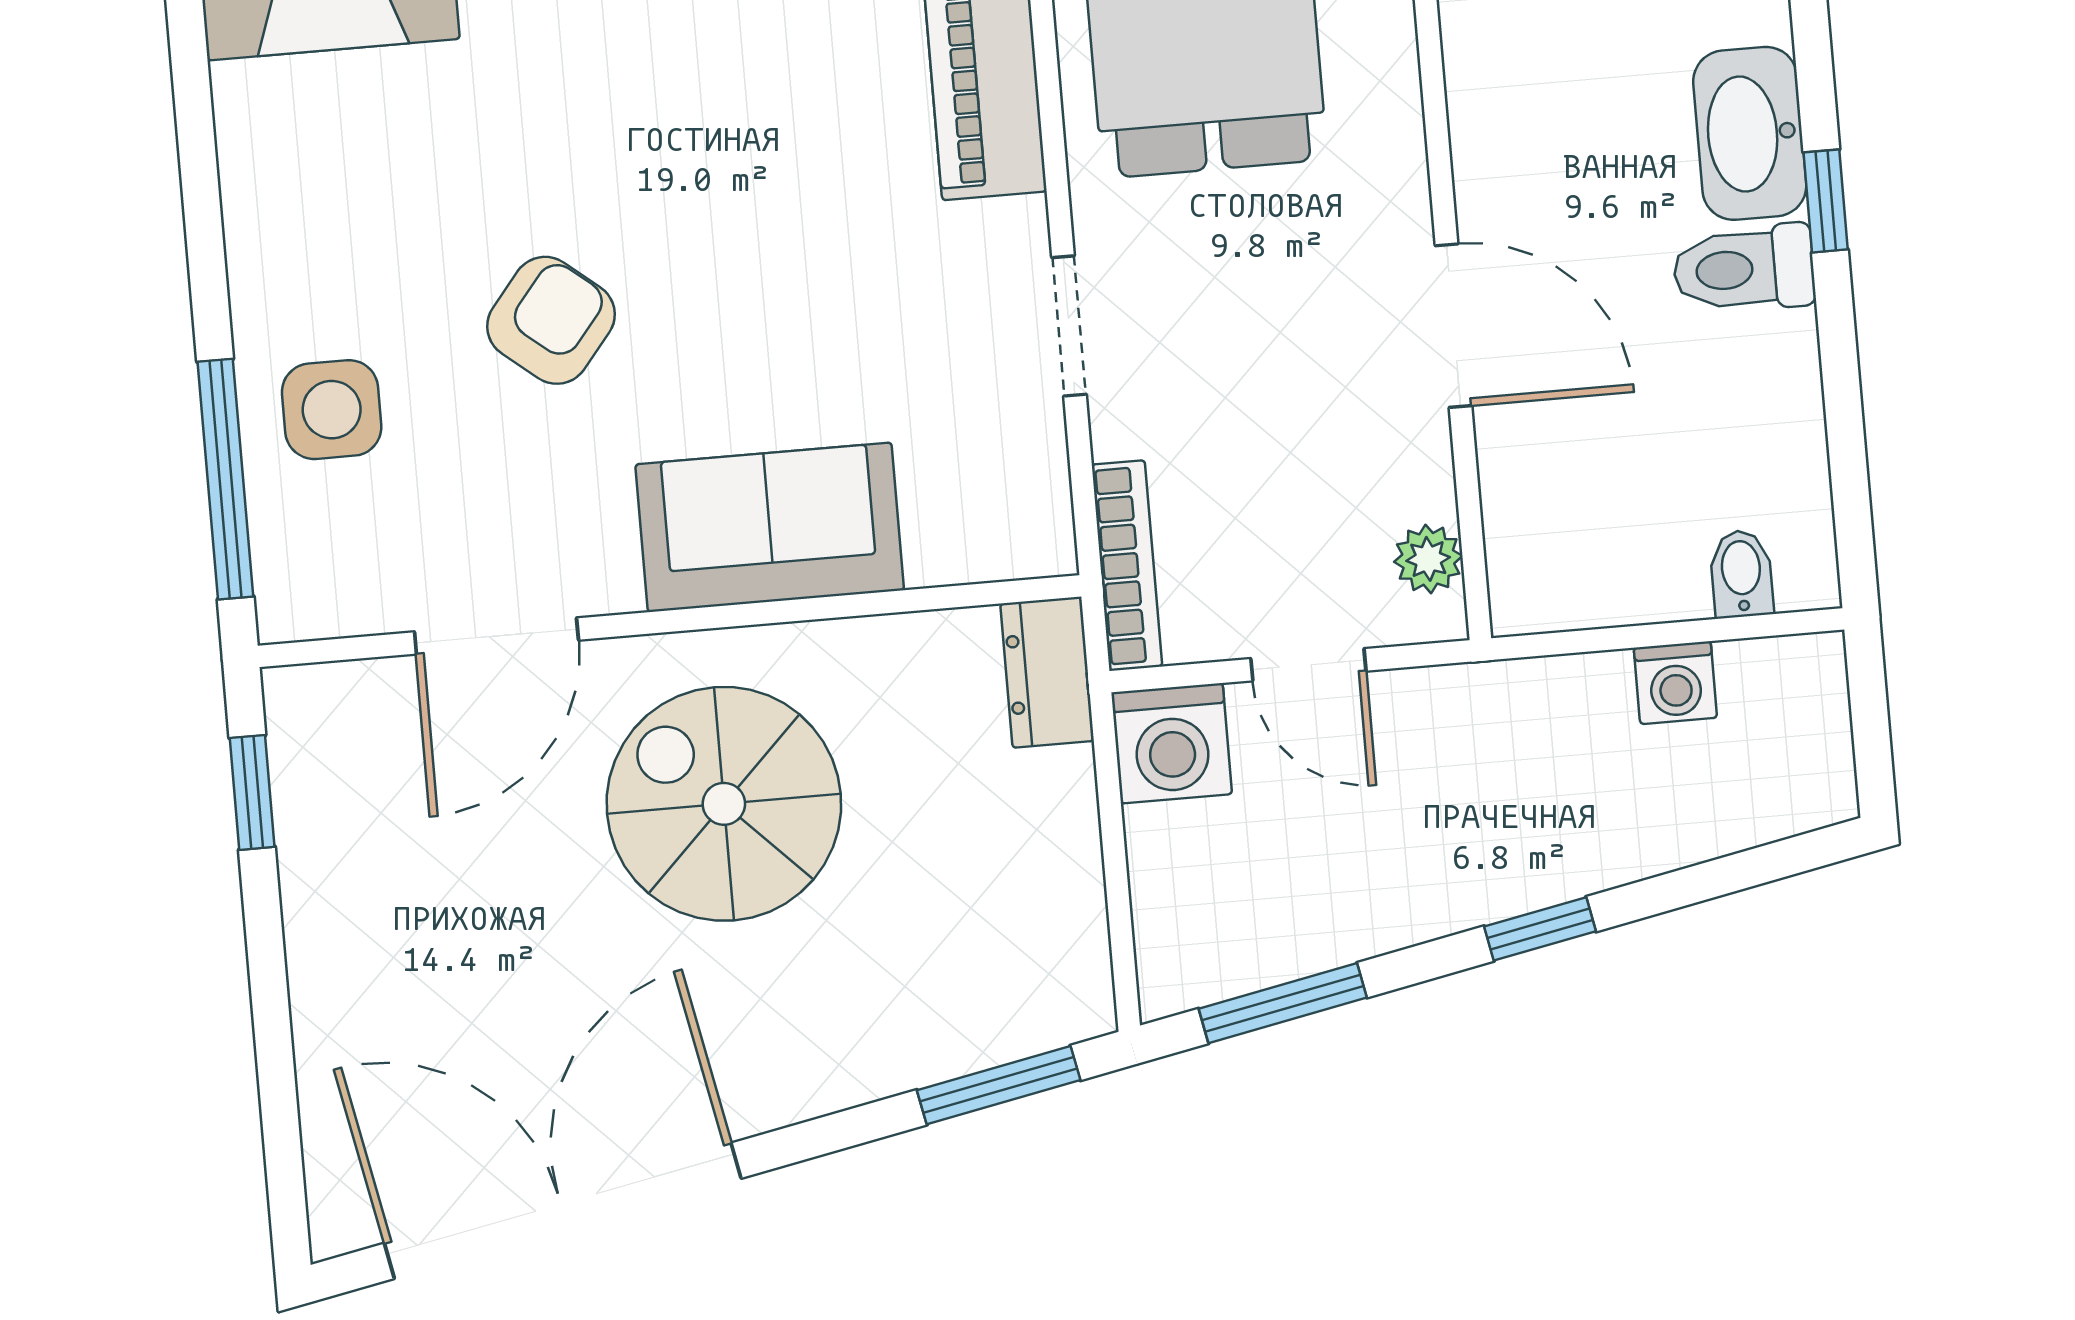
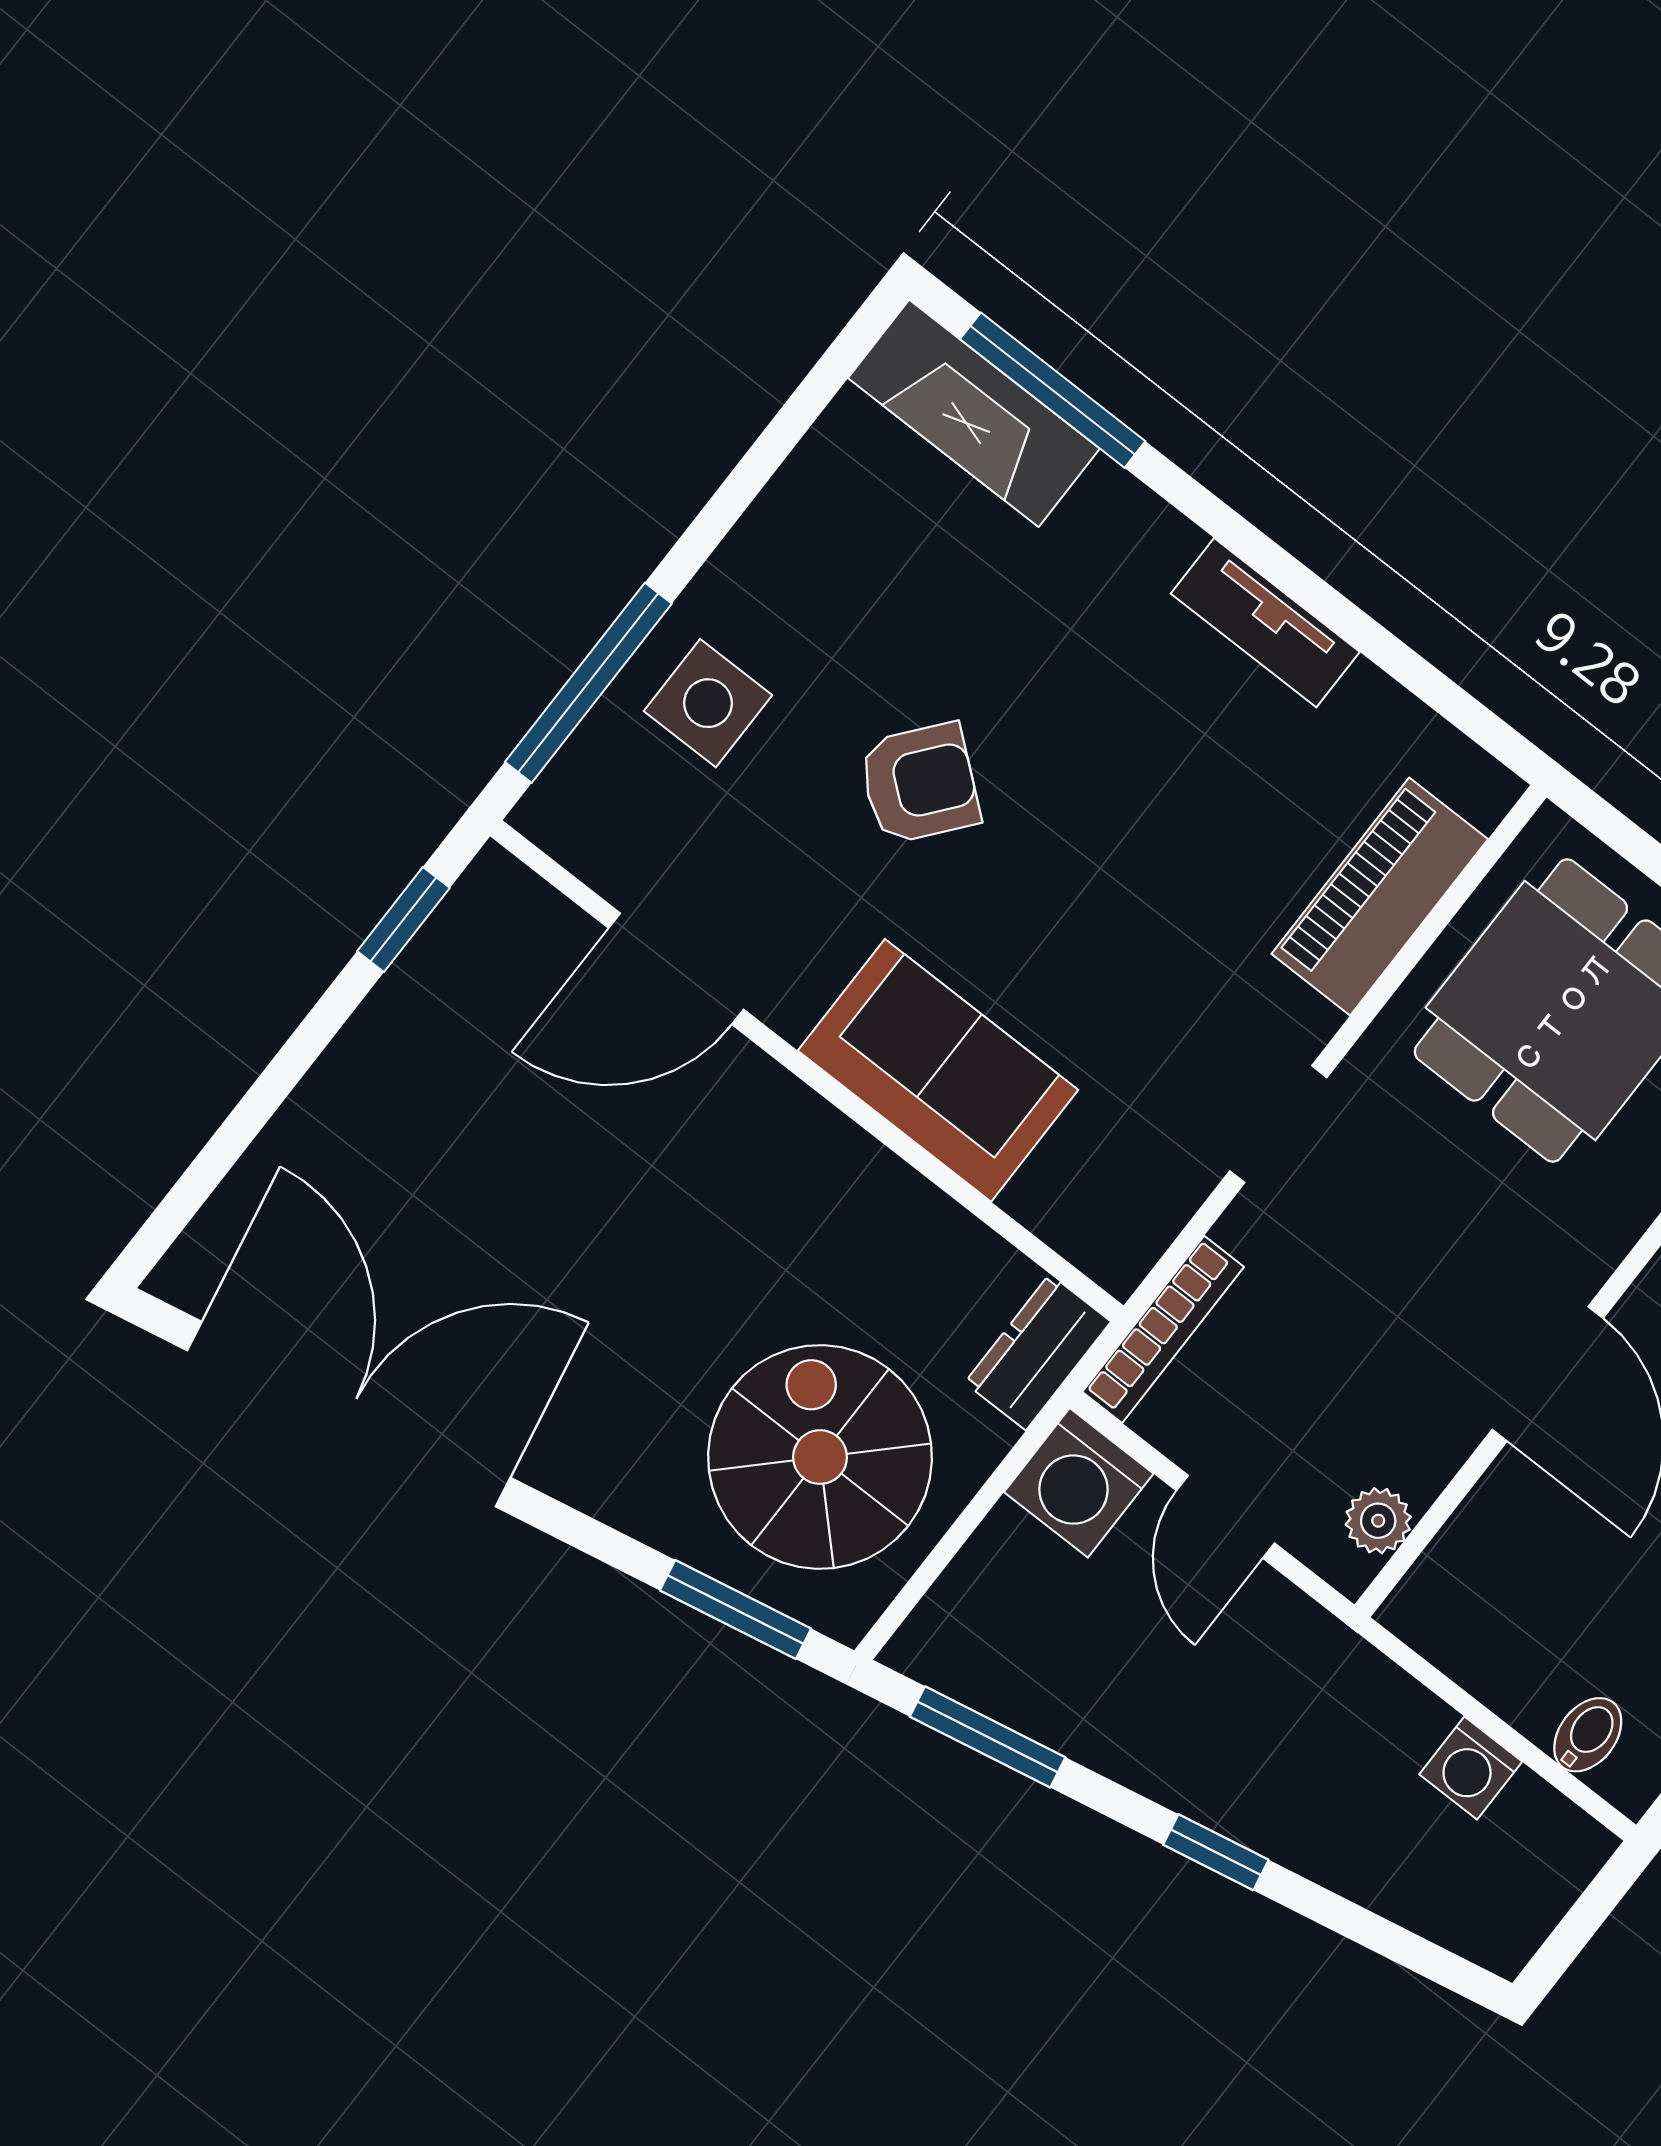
spiral stairs: (724, 804) -> (820, 1457), moved

